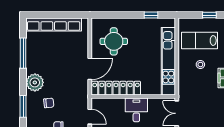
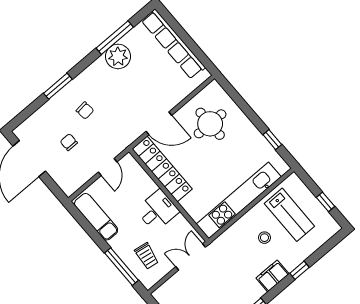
lab bench: (200, 40) -> (289, 215), turned 180
plant: (35, 82) -> (118, 56), moved

